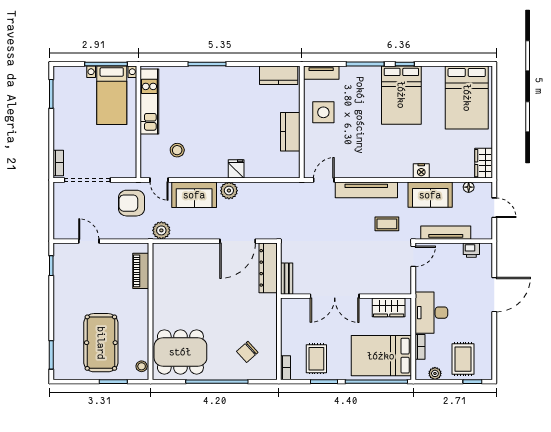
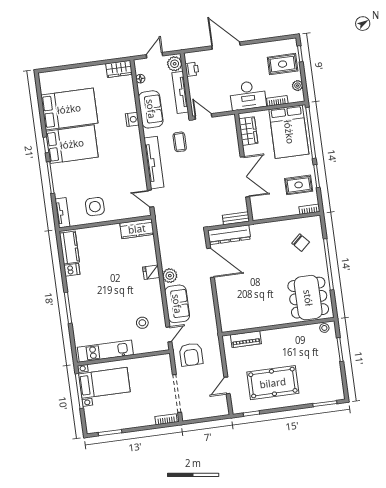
dishwasher: (252, 75) -> (72, 270), added
bed: (467, 98) -> (69, 109), moved
kitchen counter: (290, 132) -> (137, 229), moved
plant: (161, 230) -> (175, 64), moved
pool table: (101, 343) -> (273, 383), moved

